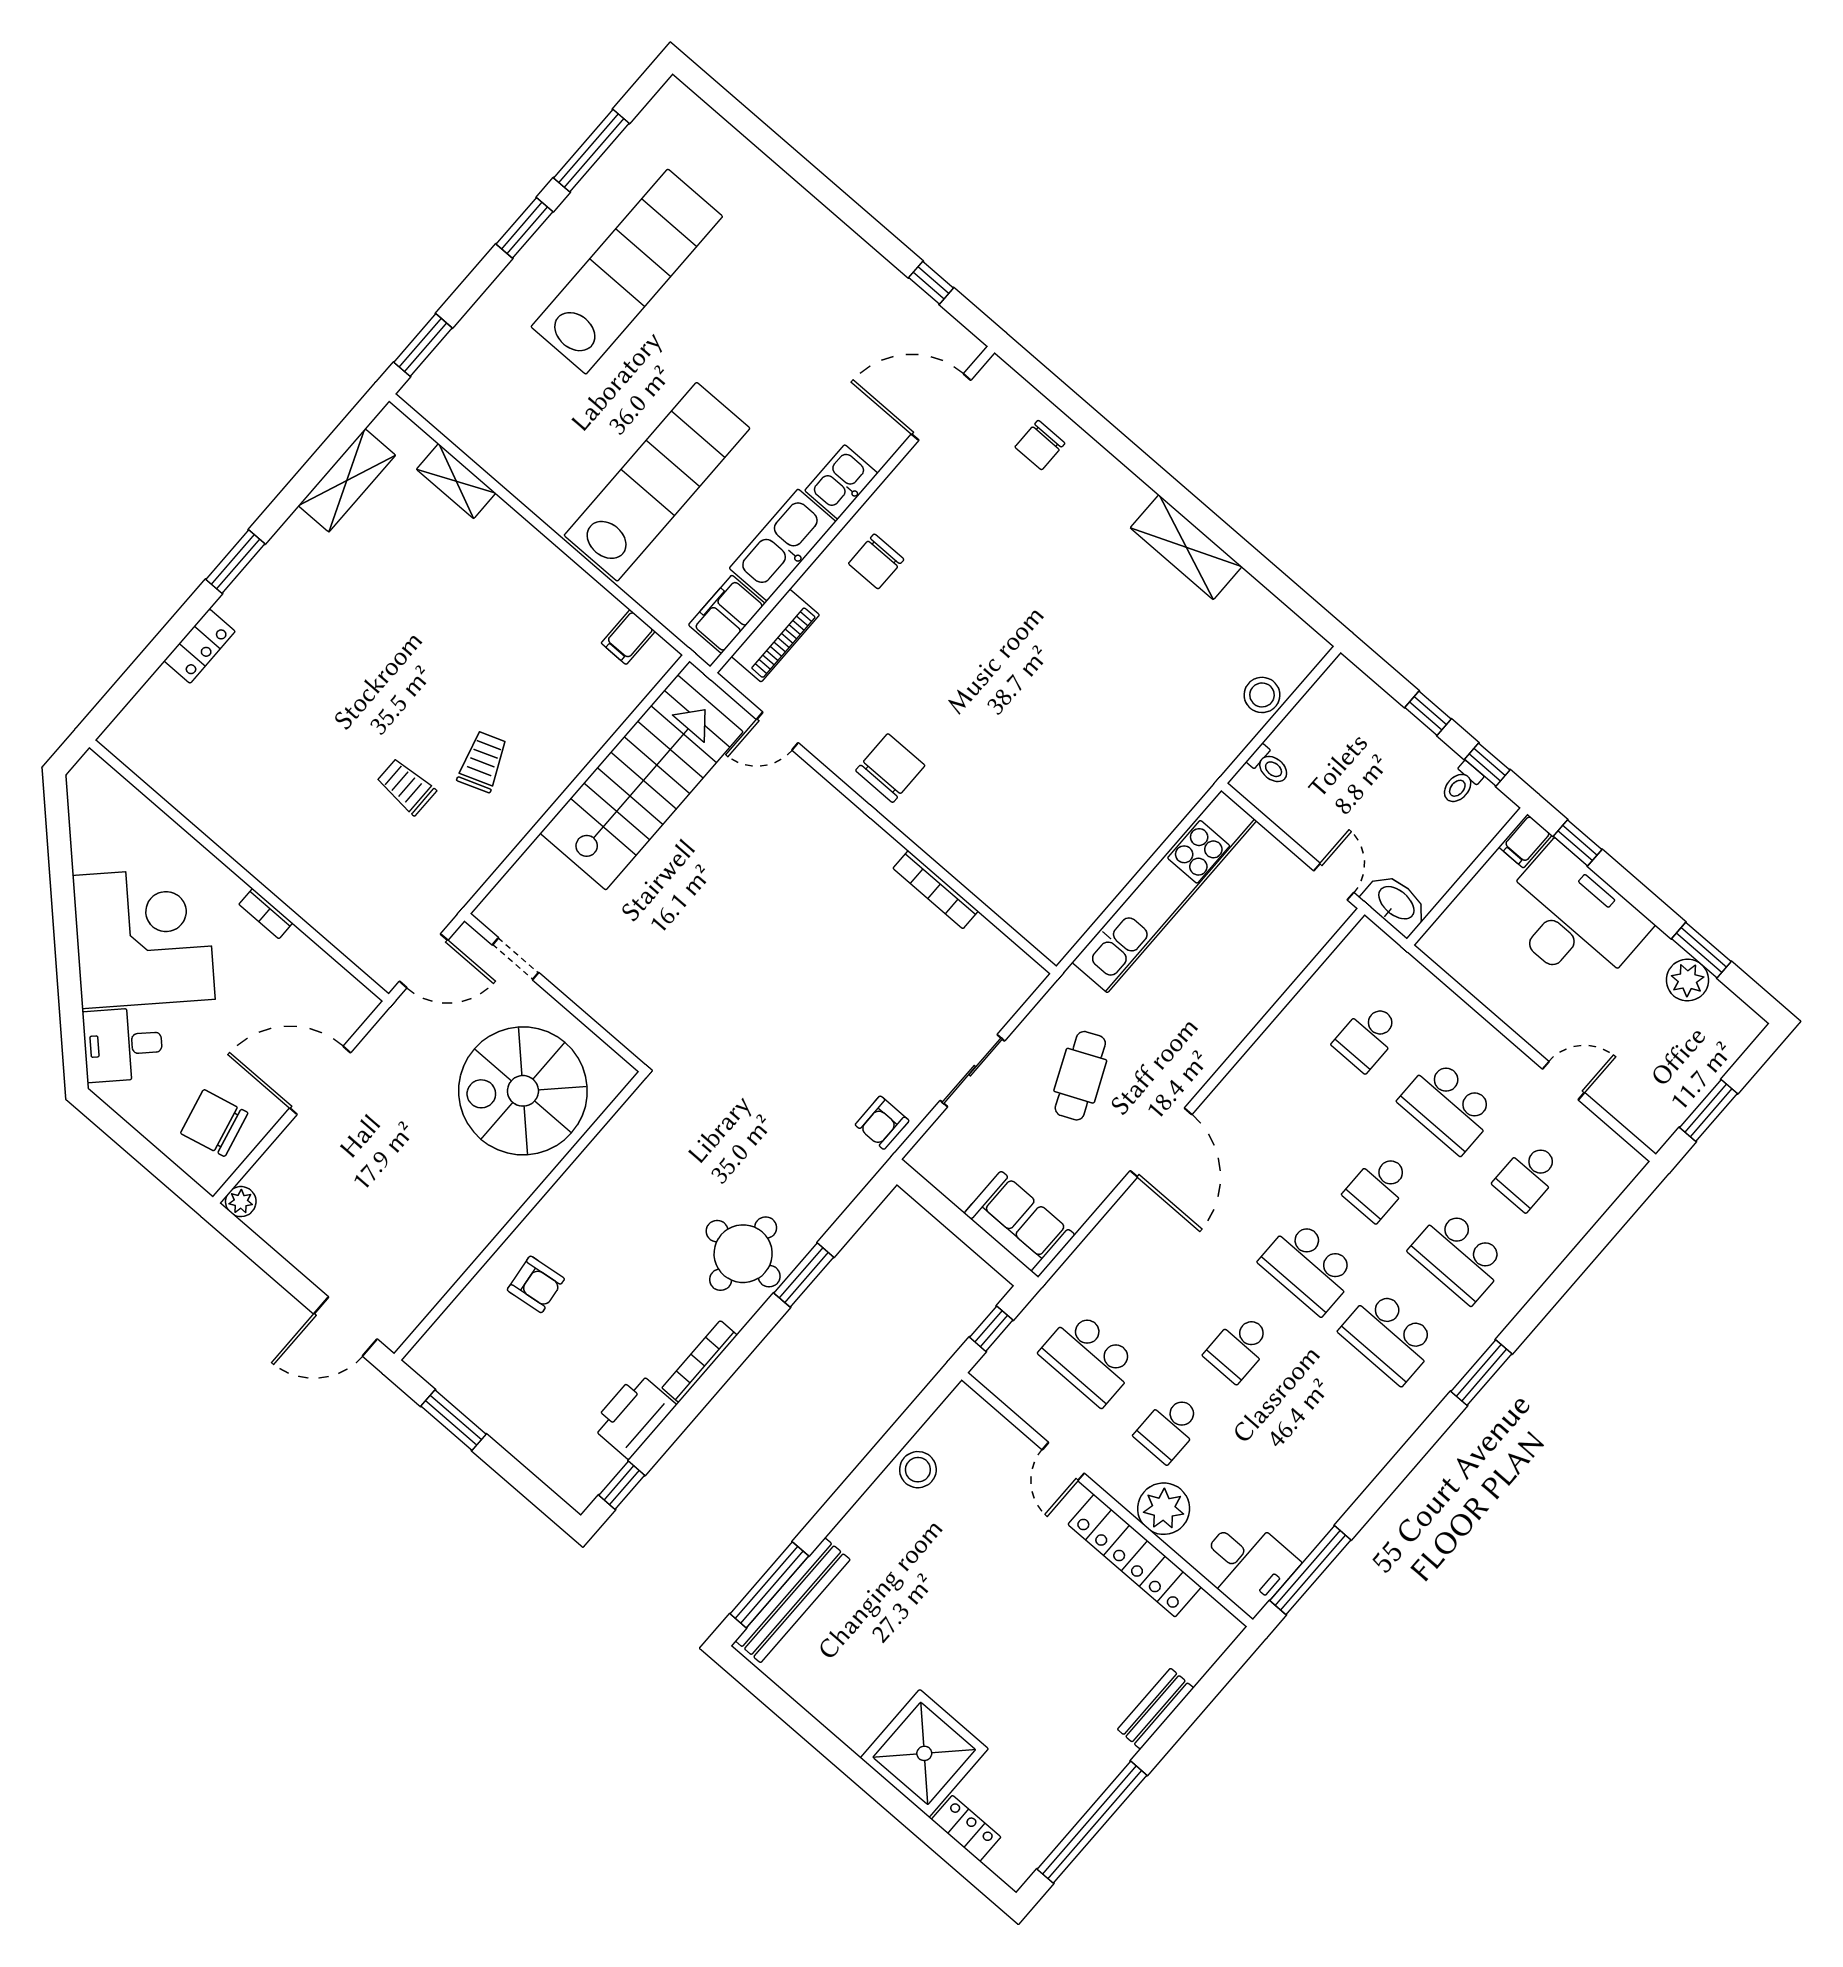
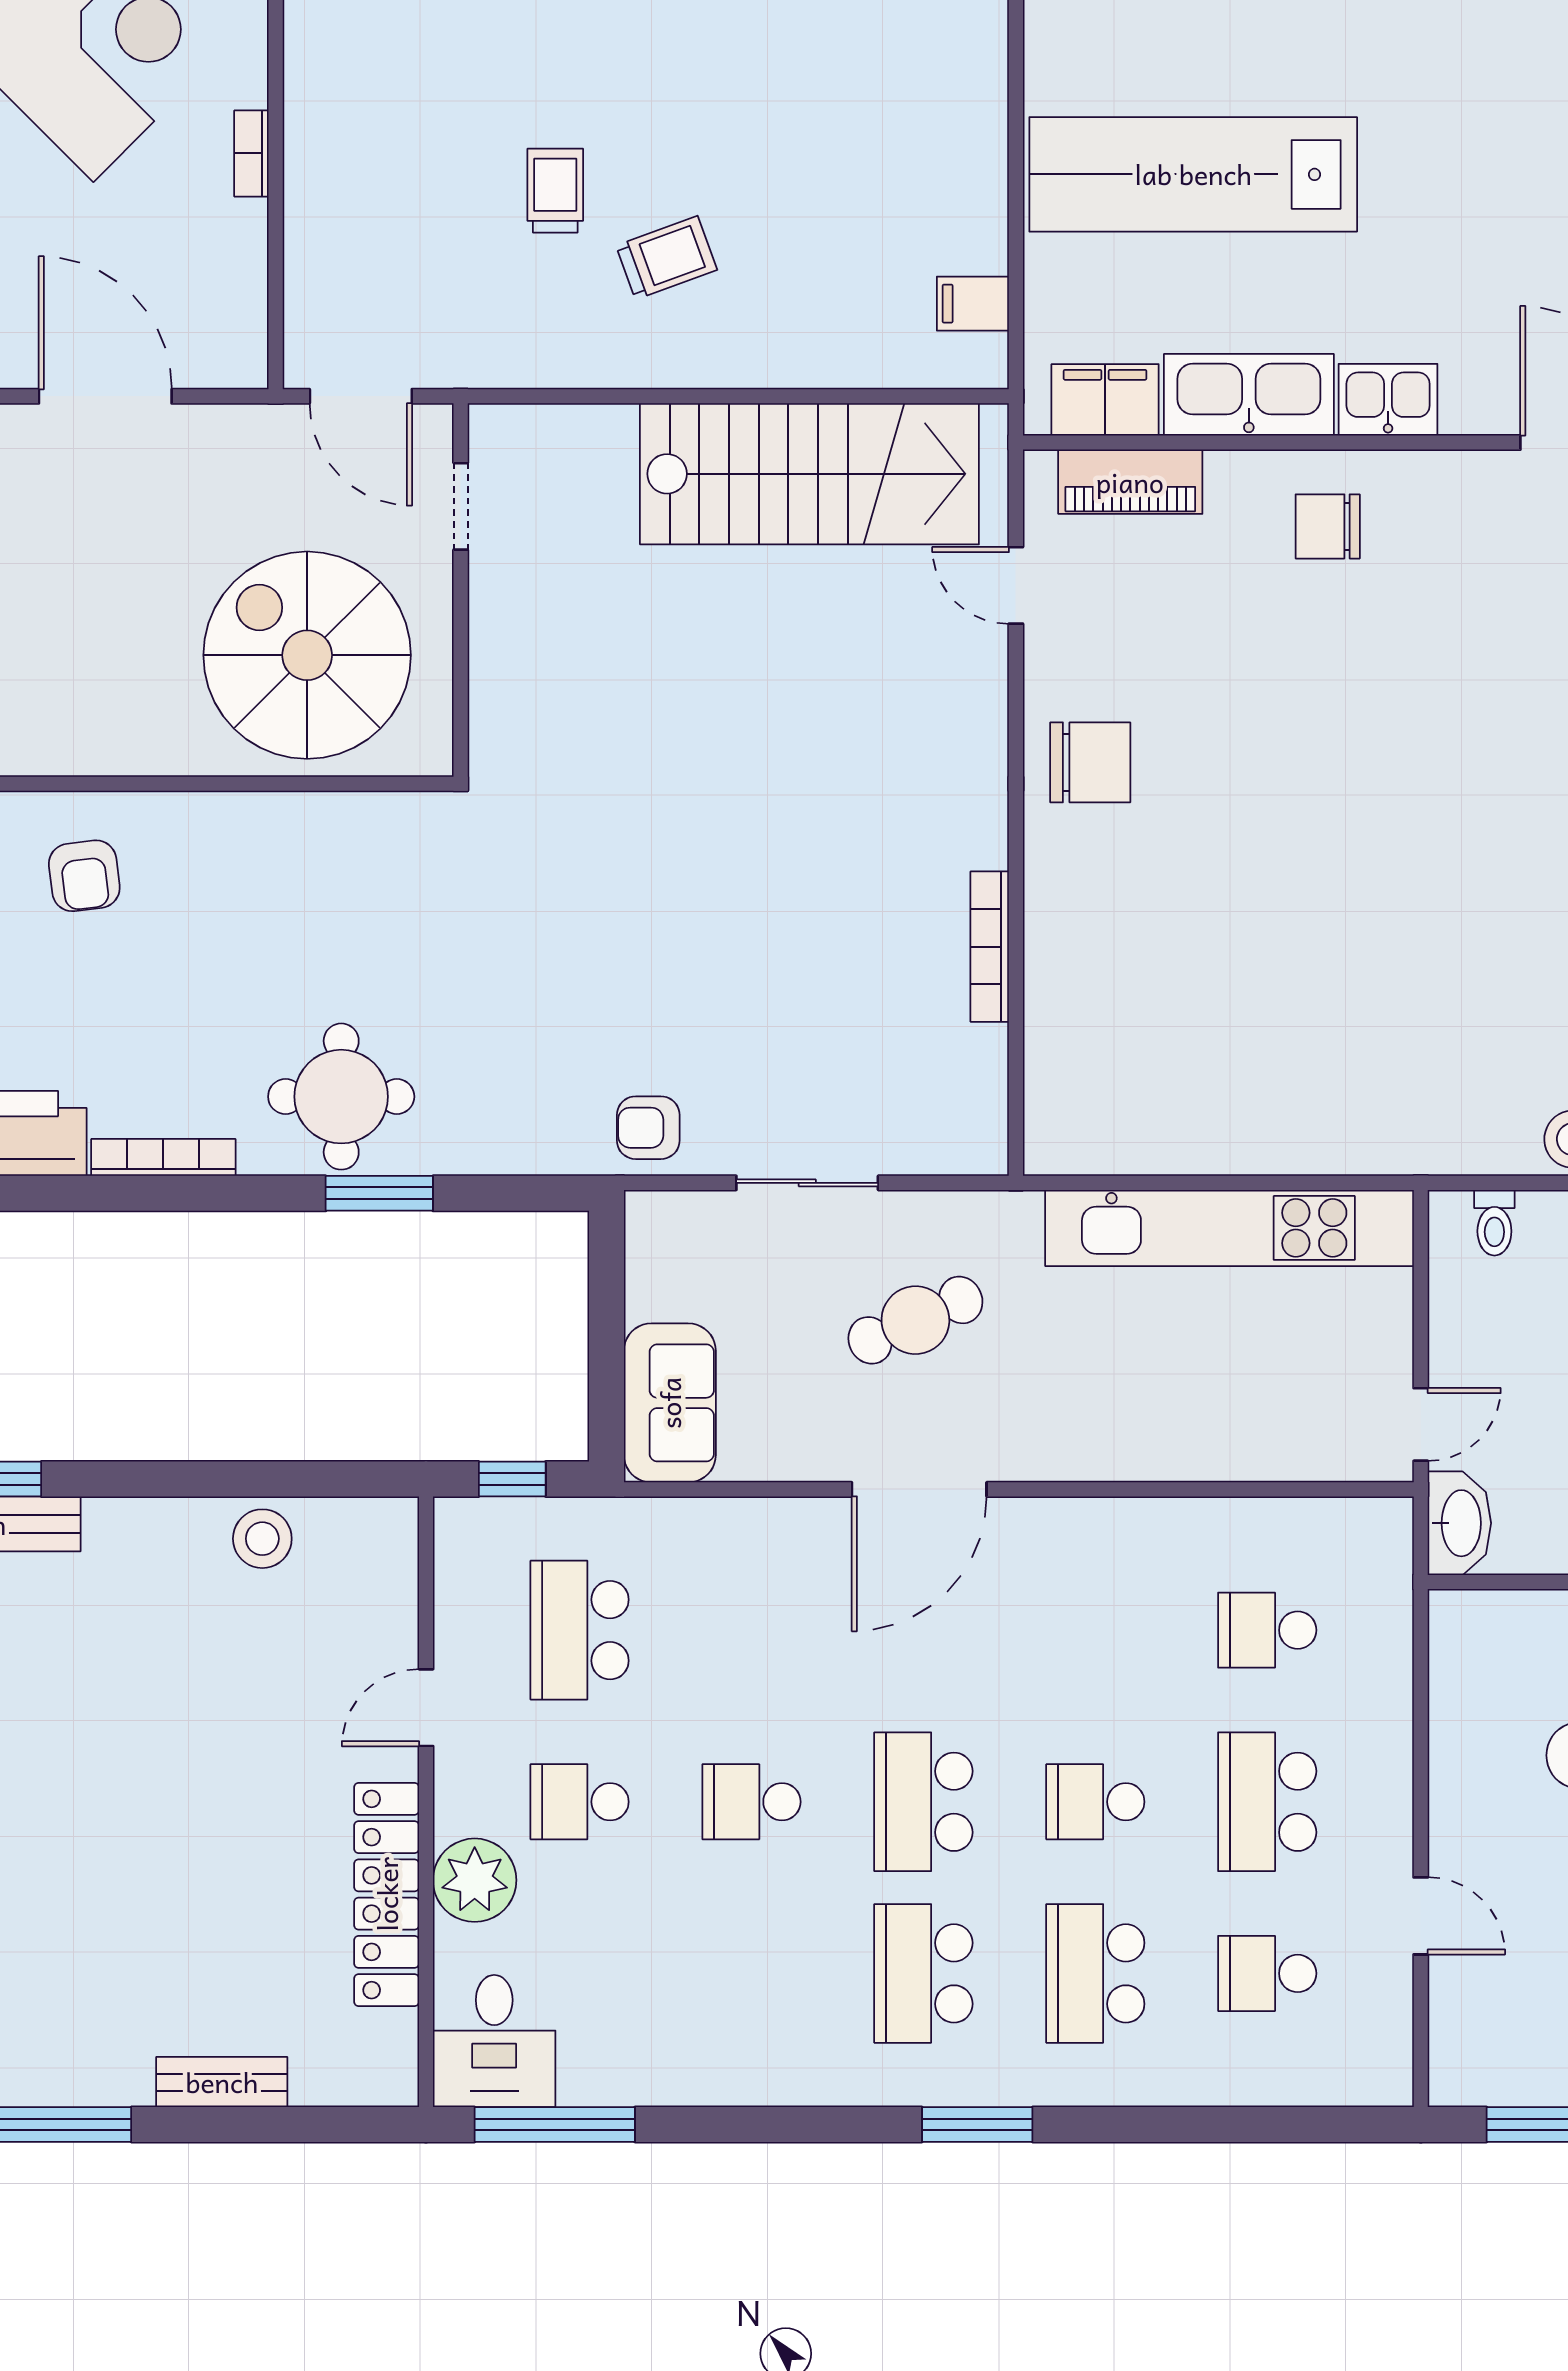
lab bench: (657, 482) -> (1193, 174), turned 180

